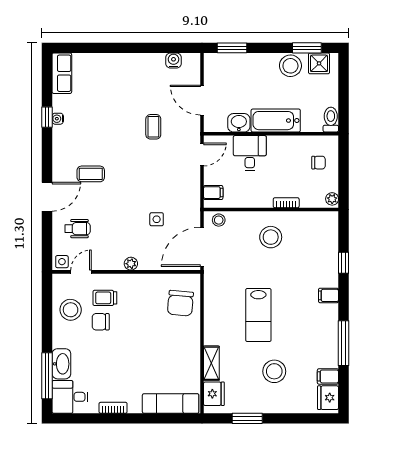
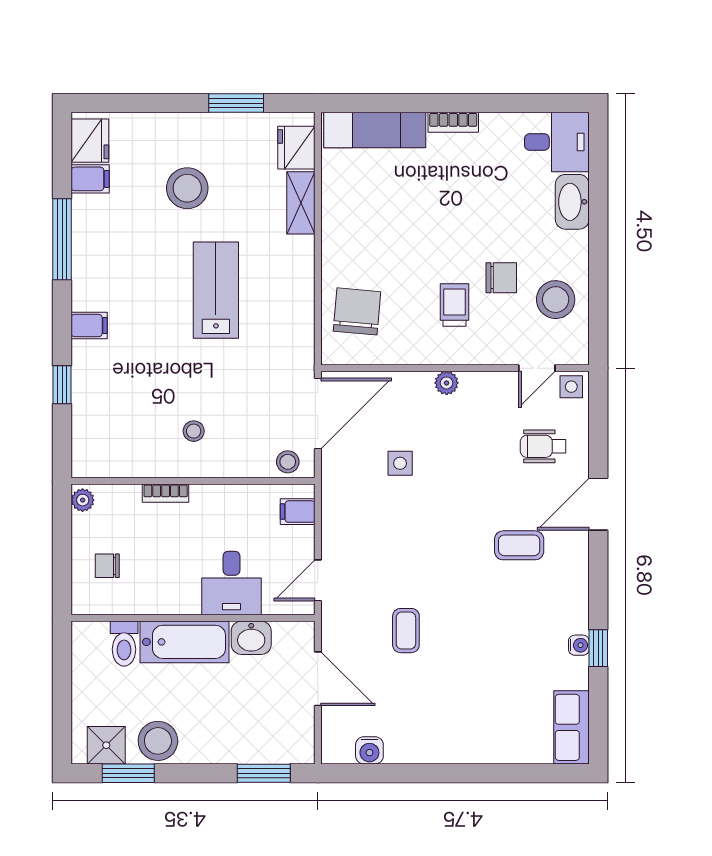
toilet: (331, 120) -> (124, 644), moved
stool: (271, 237) -> (194, 431), width x0.53, depth x0.53
trolley: (105, 298) -> (455, 305), moved, turned -90
window: (47, 376) -> (598, 180), removed
bookcase: (113, 408) -> (453, 122), moved

